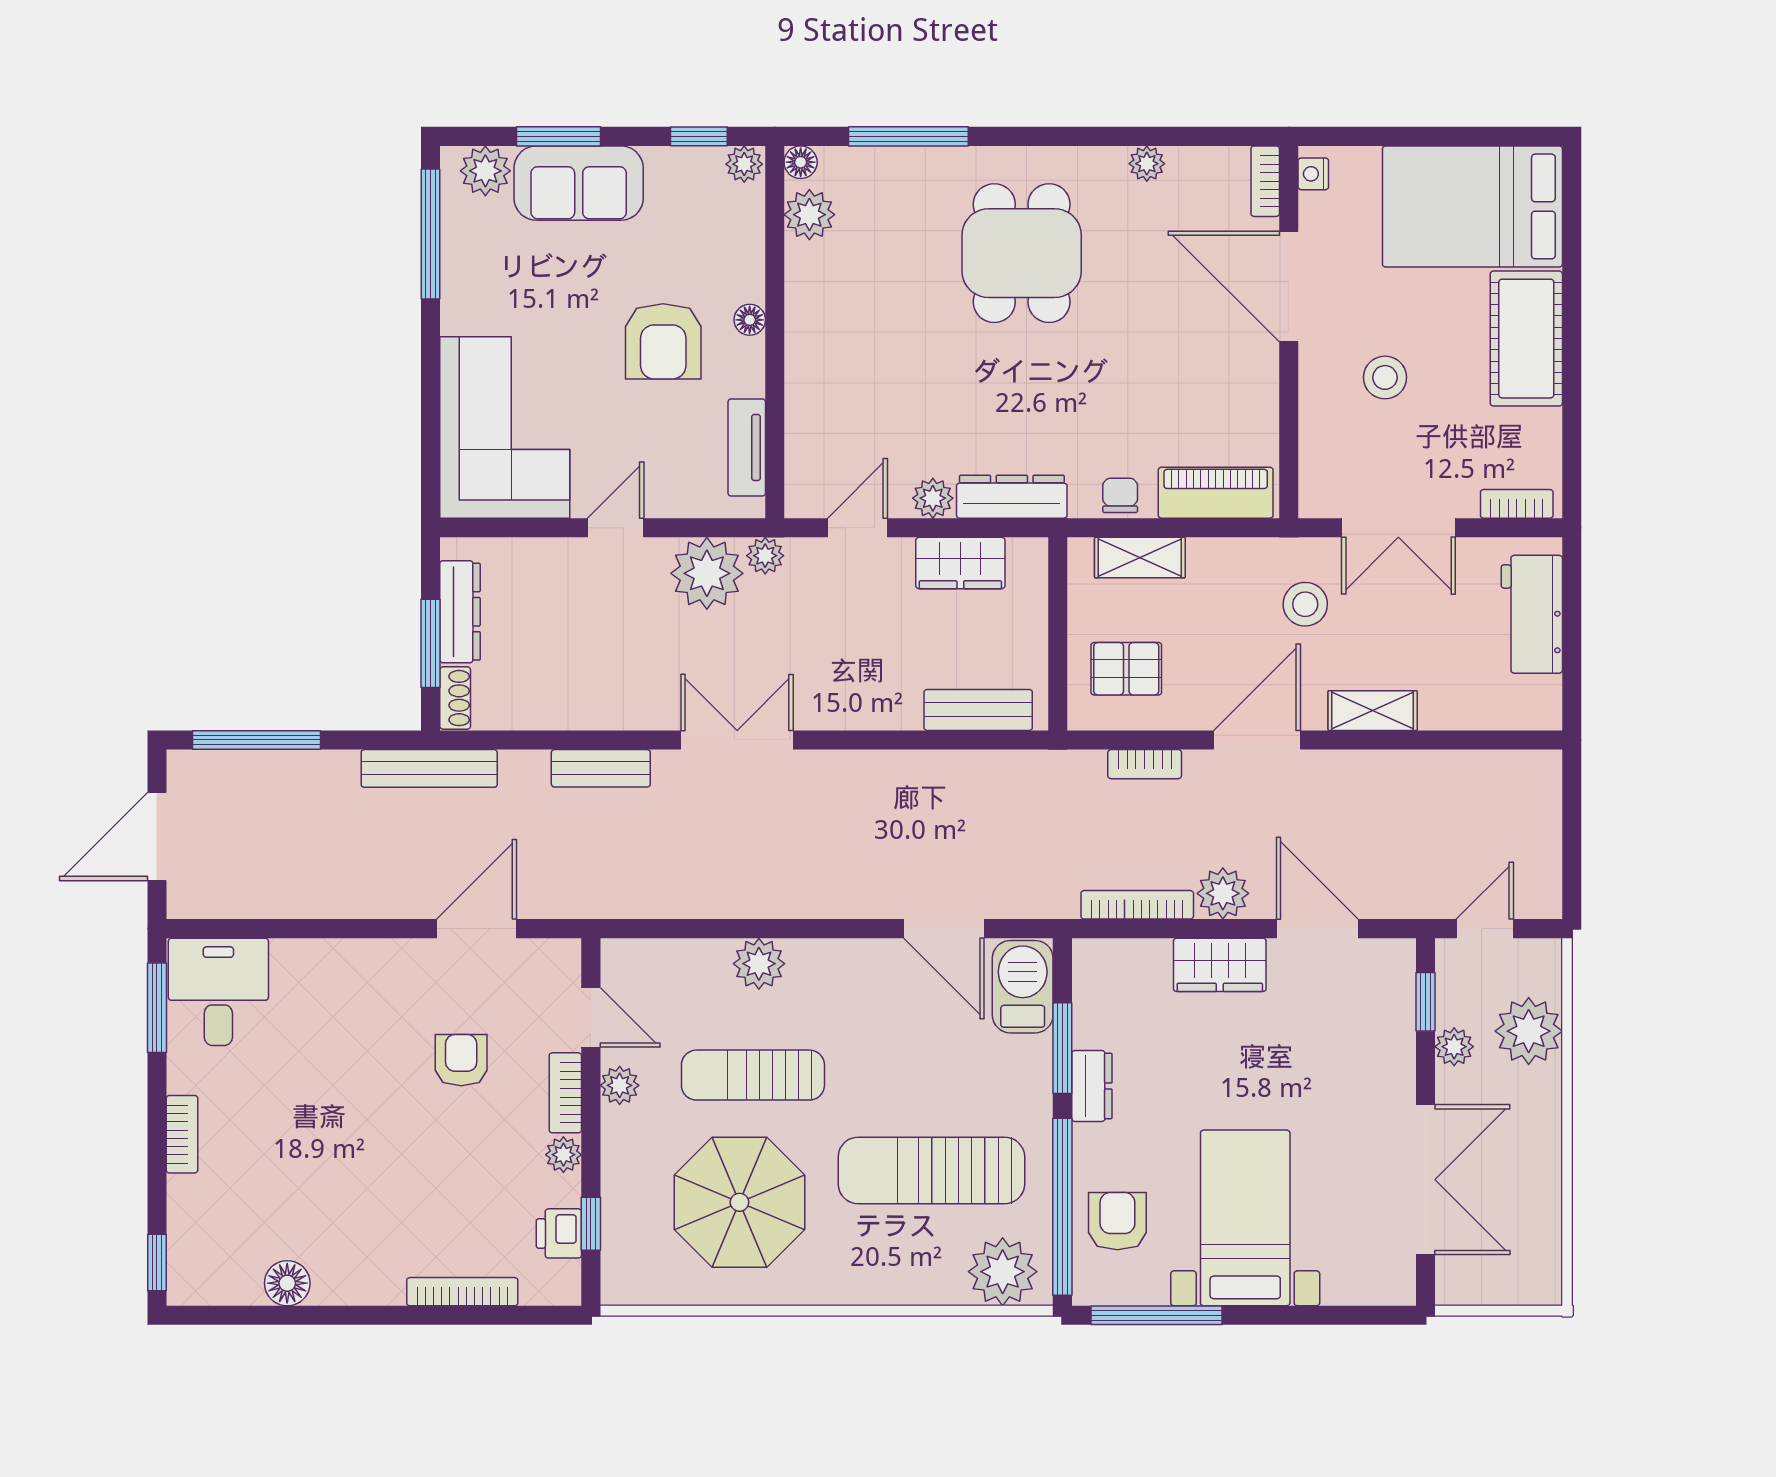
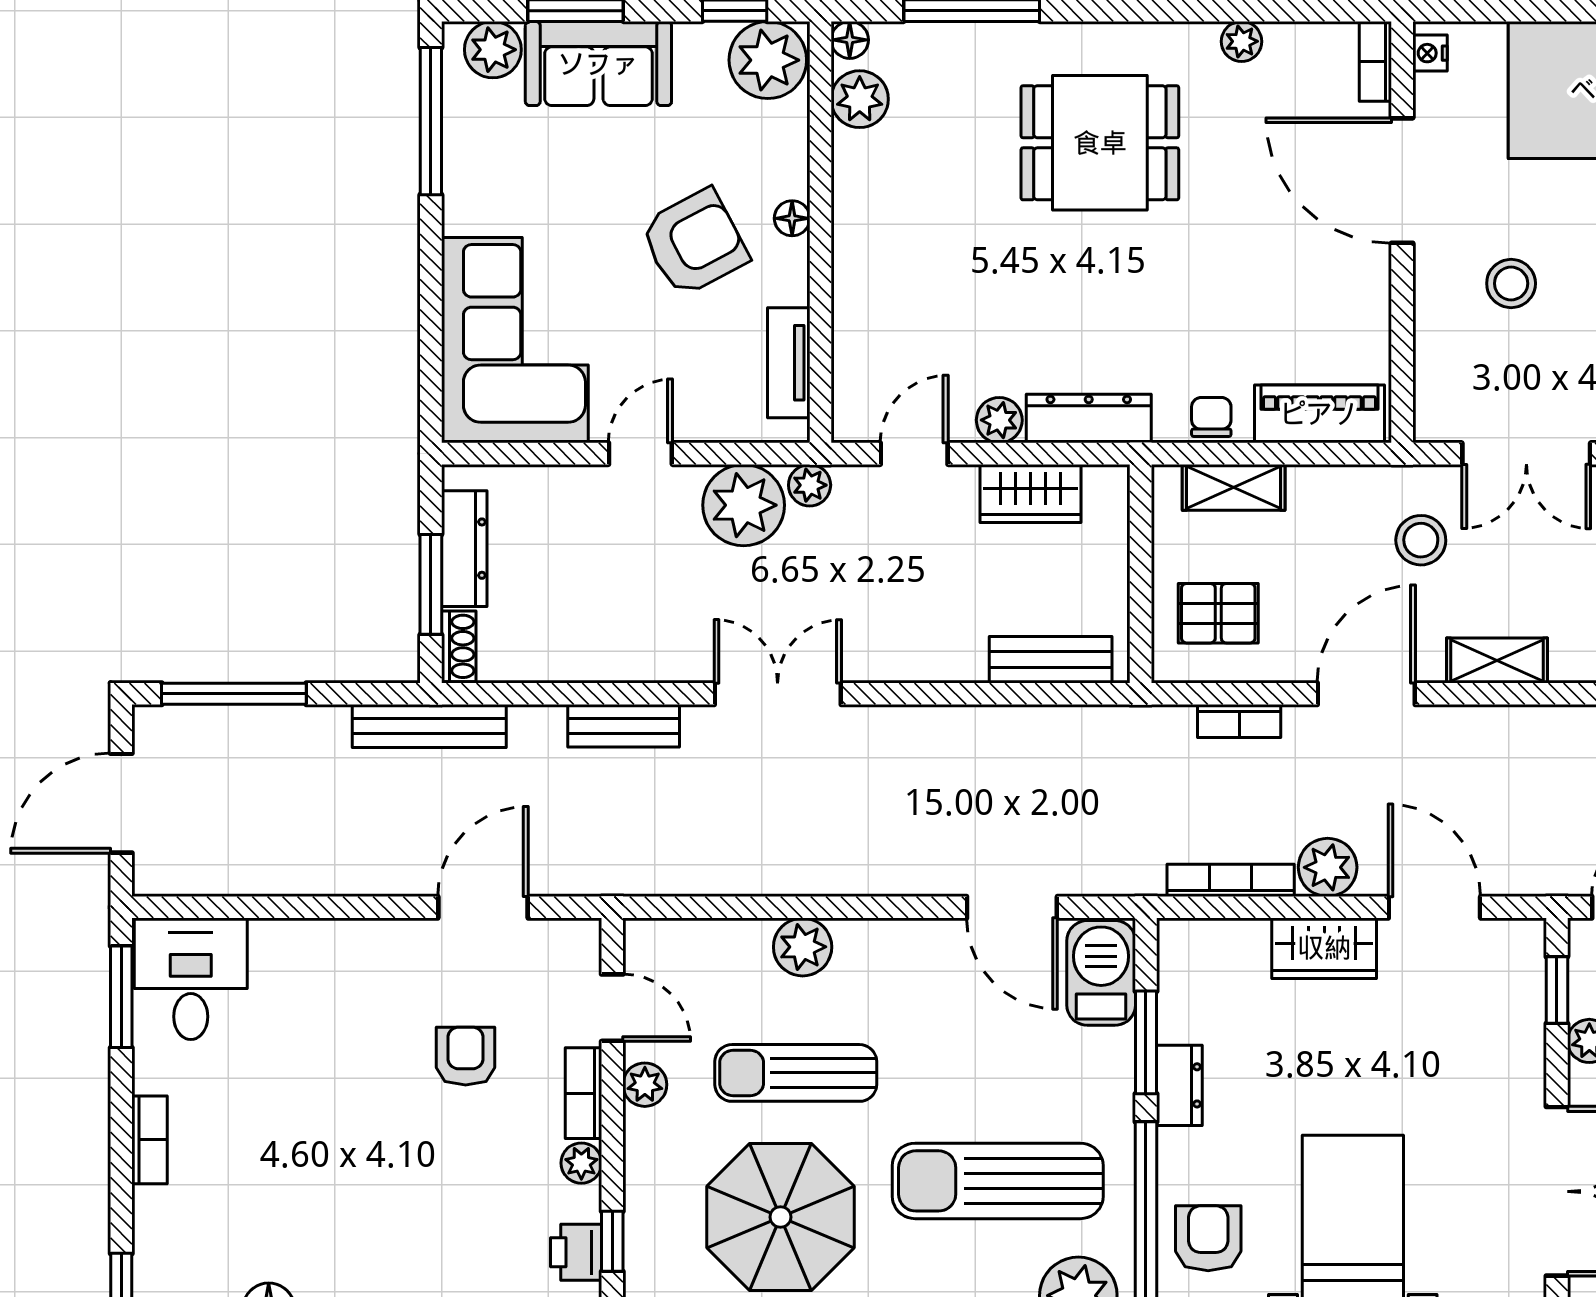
plant: (744, 164) -> (768, 60), width x1.88, depth x1.88
dining table: (1022, 253) -> (1100, 143), turned 90
armchair: (663, 341) -> (694, 243), turned -118

